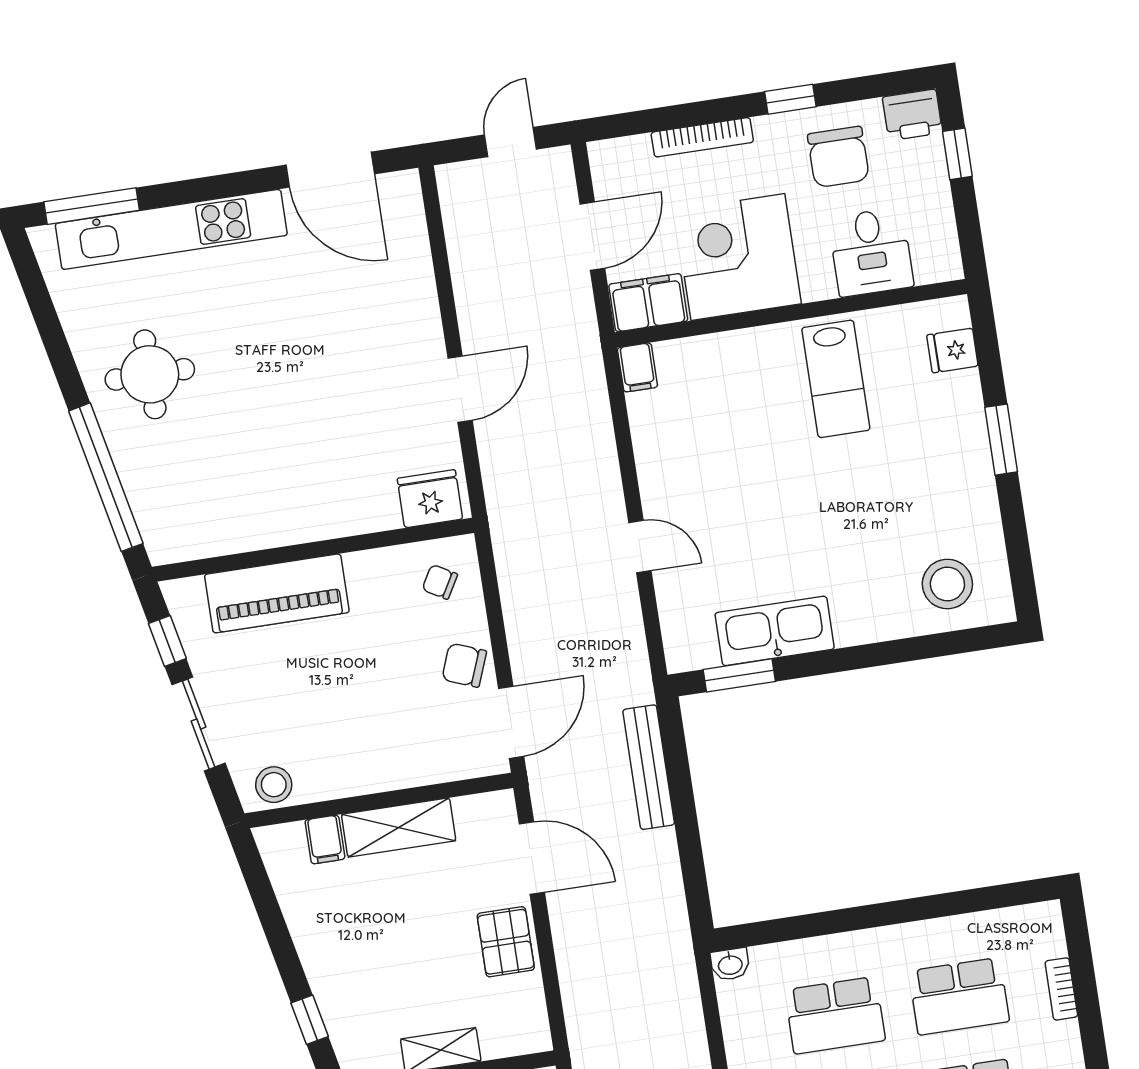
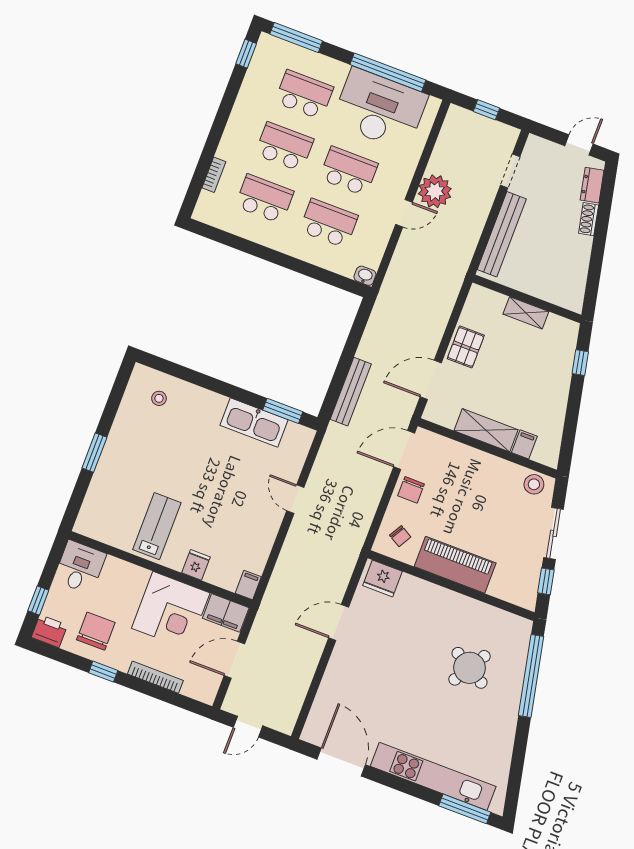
desk: (871, 252) -> (80, 567), moved
fridge: (952, 350) -> (196, 565), moved, turned -90
round table: (150, 374) -> (470, 668), moved, turned 31
stool: (947, 584) -> (159, 398), width x0.53, depth x0.53
piano: (277, 593) -> (455, 565), moved
chair: (464, 665) -> (411, 490), turned 69
door: (532, 858) -> (431, 380), hinge flipped

